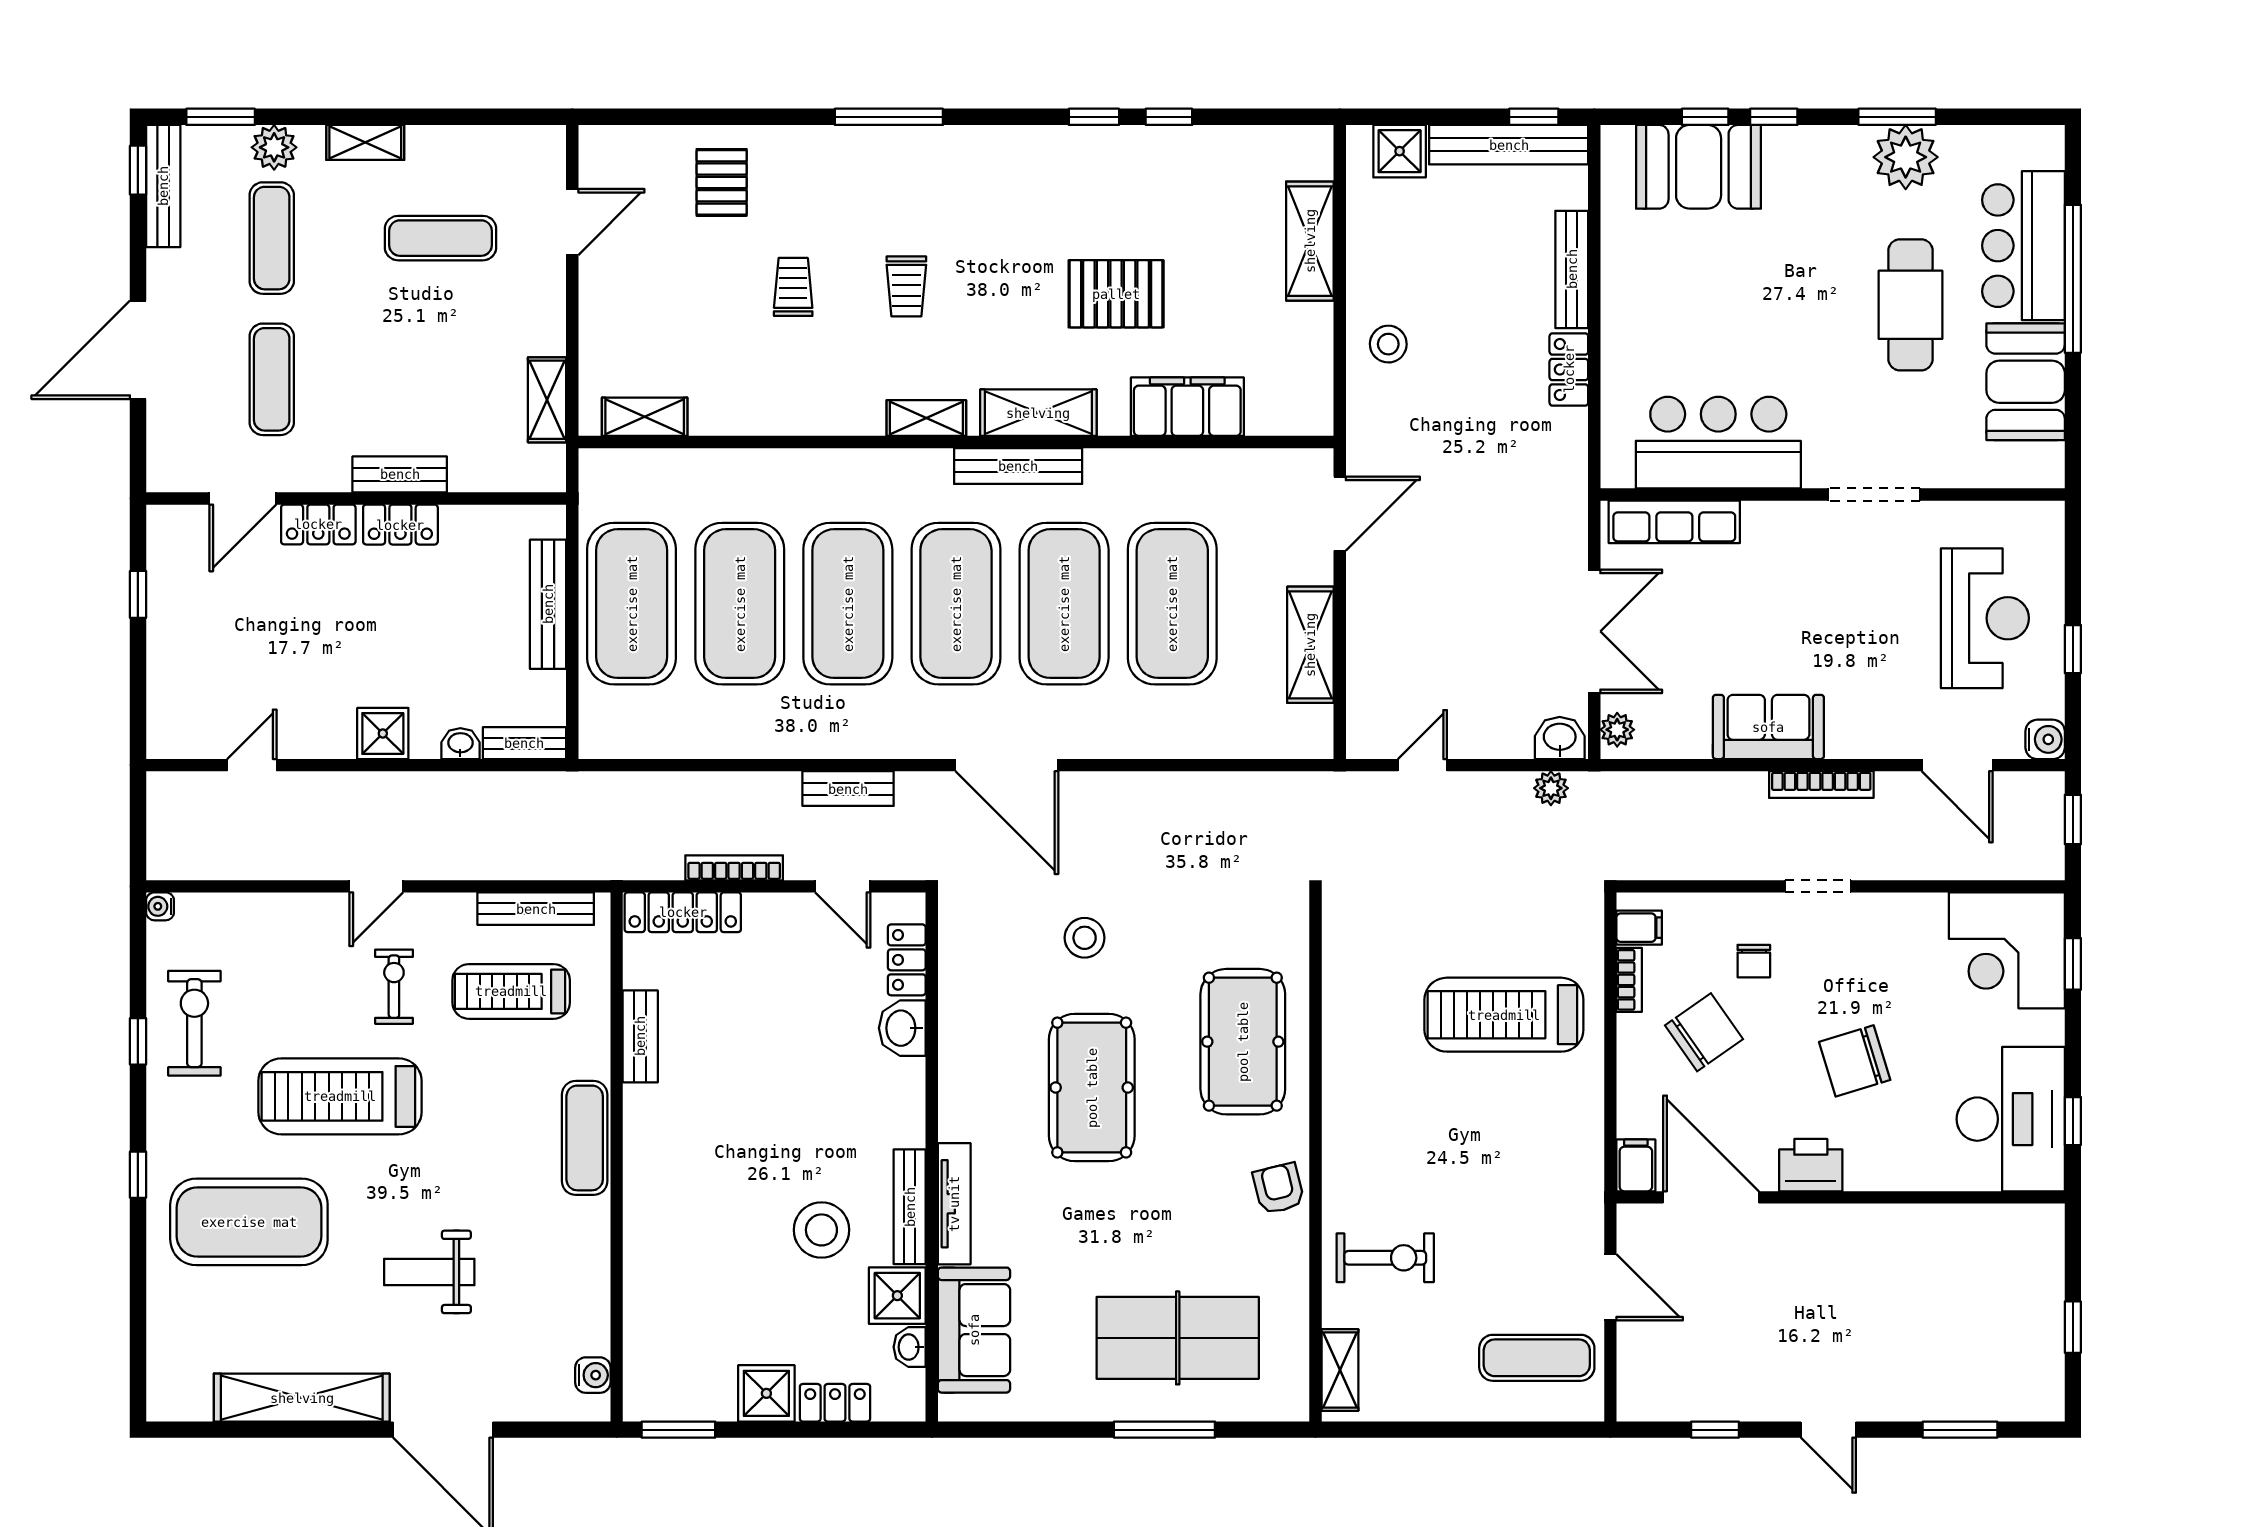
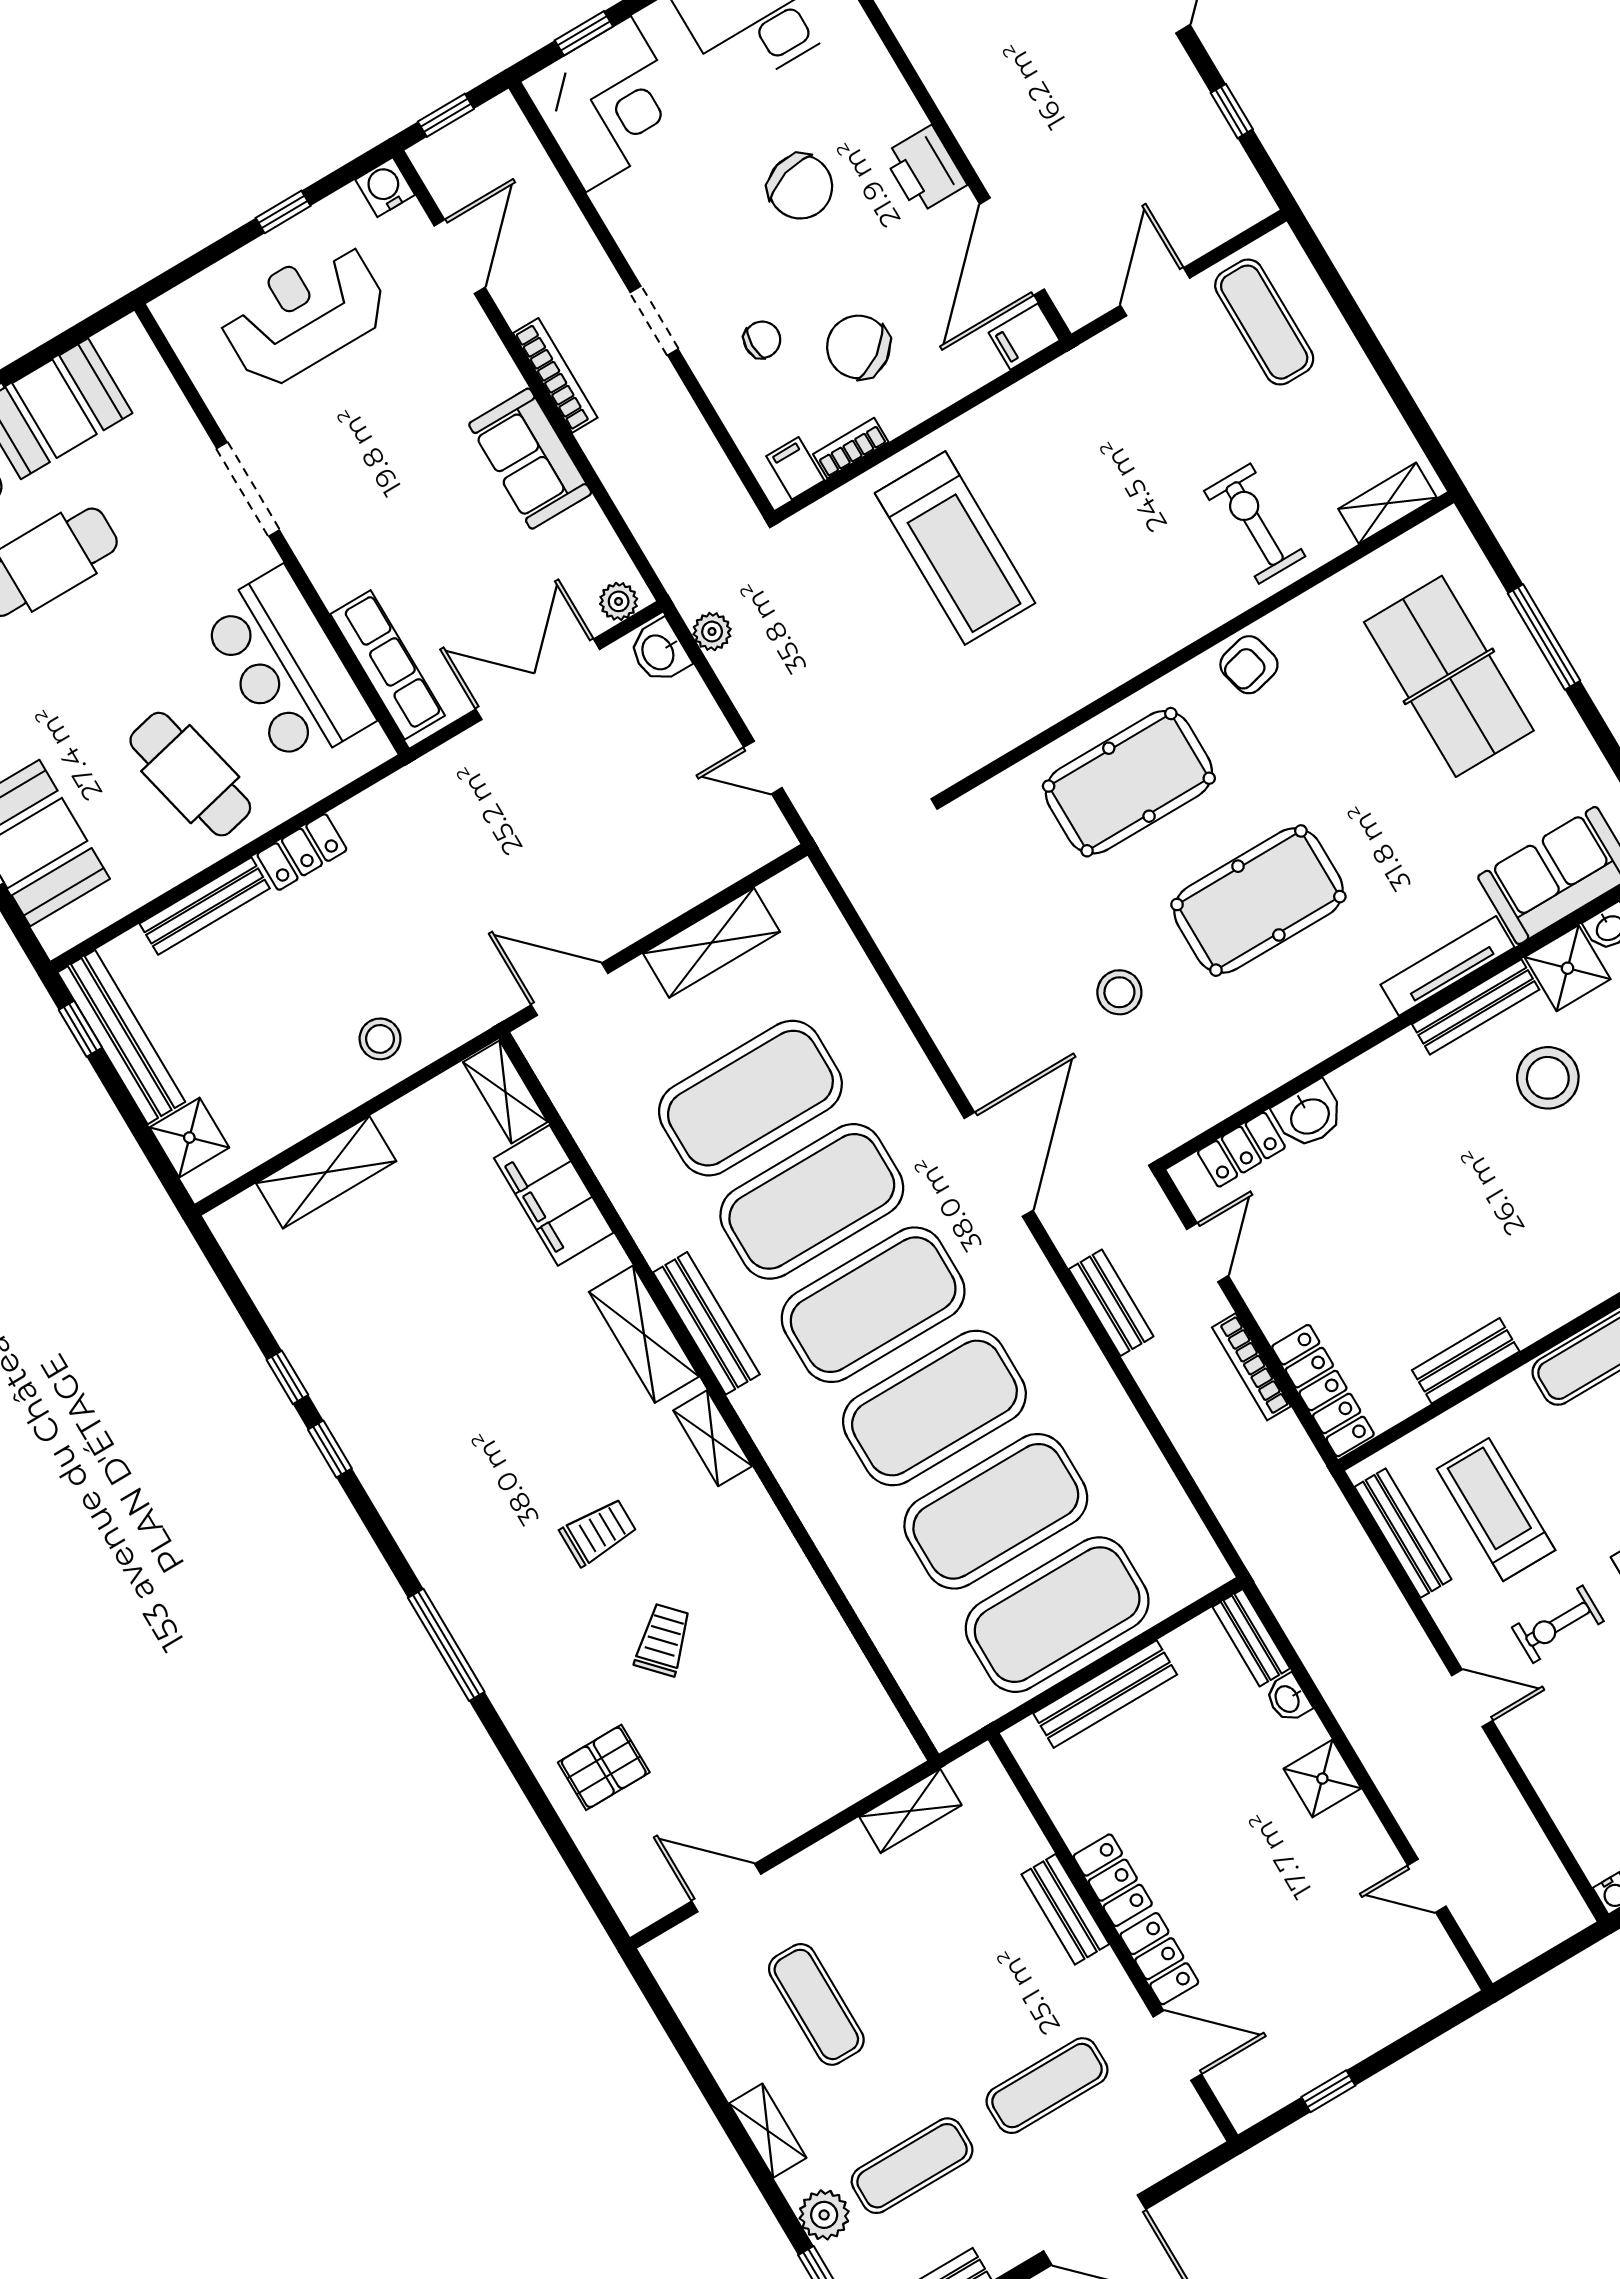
trolley: (793, 287) -> (663, 1640), turned 137
pallet: (1116, 294) -> (486, 1327), removed
cafe table: (1680, 319) -> (190, 774), added
shelving: (645, 417) -> (505, 1092), moved
treadmill: (511, 991) -> (1496, 1510), turned 180

